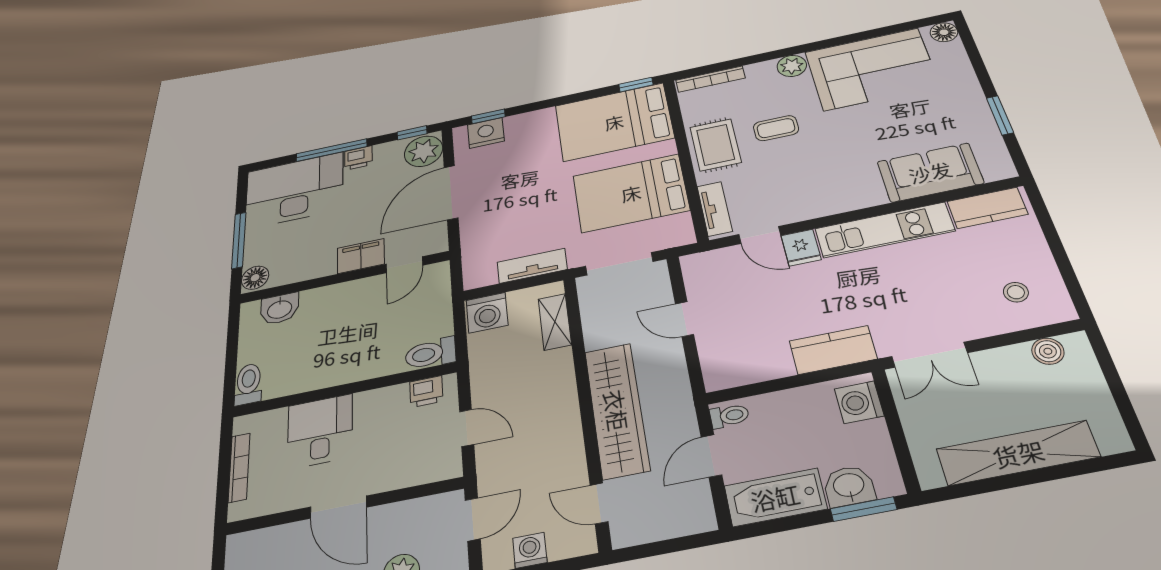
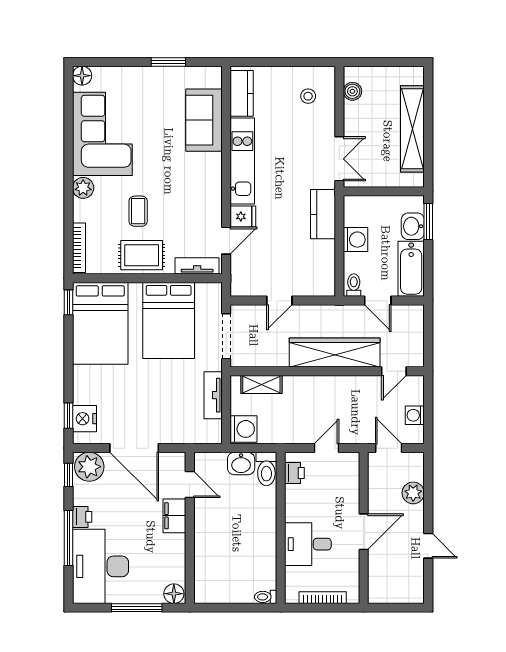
washbasin: (280, 309) -> (241, 464), moved, turned 90
toilet: (248, 384) -> (266, 597), width x0.73, depth x0.72
washing machine: (859, 402) -> (355, 240), moved, turned -90

